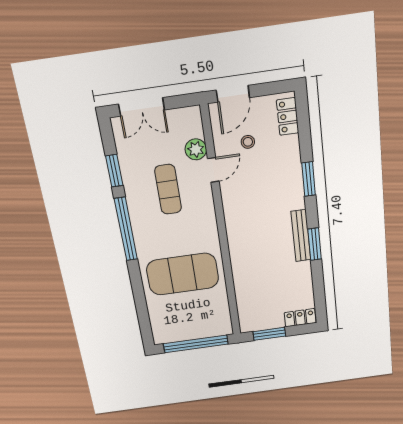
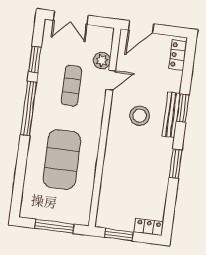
stool: (248, 142) -> (140, 116), moved, width x1.89, depth x1.89
bench: (301, 236) -> (171, 115), moved
exercise mat: (183, 274) -> (62, 159), turned 90
window: (196, 344) -> (54, 226), width x0.68

